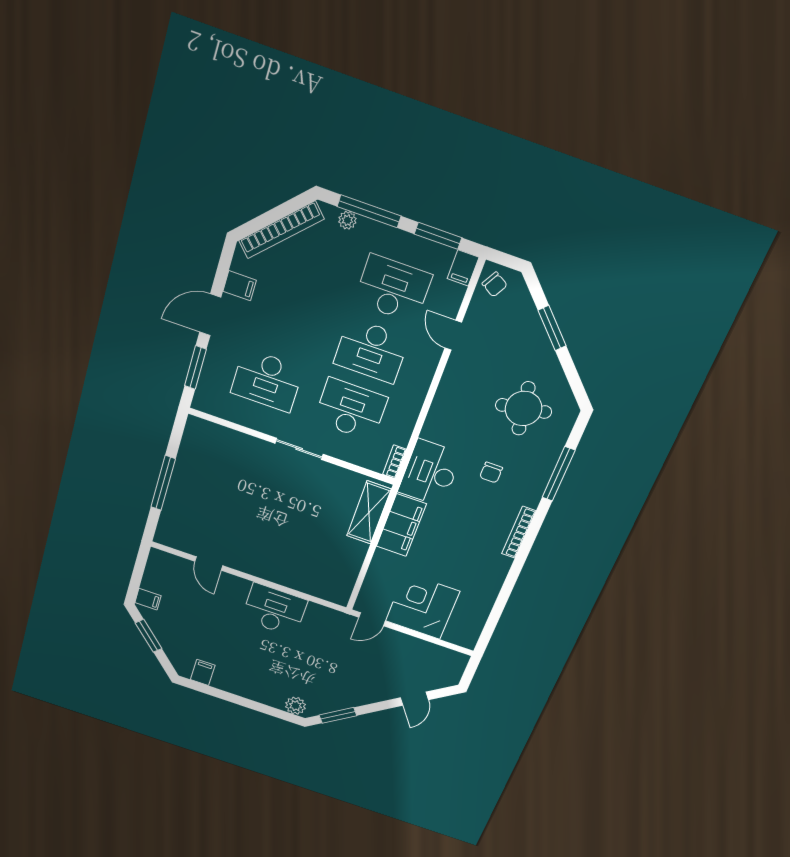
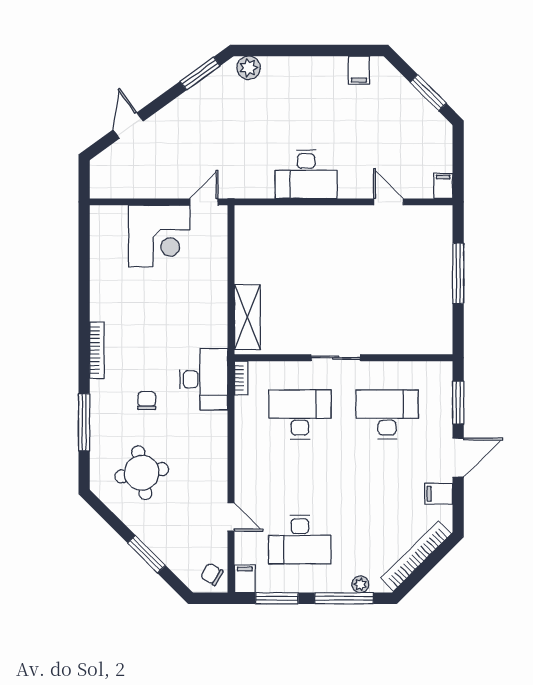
desk: (371, 351) -> (300, 477), removed
desk: (351, 410) -> (300, 414), turned 180
filing cabinet: (401, 525) -> (211, 316), removed
filing cabinet: (148, 599) -> (443, 186), moved, turned 90

